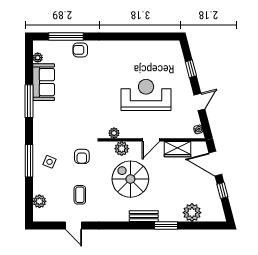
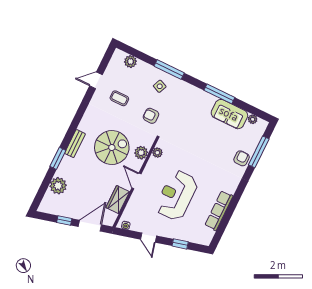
row of seats: (141, 47) -> (219, 211), added
reception desk: (146, 95) -> (176, 195), turned 180

